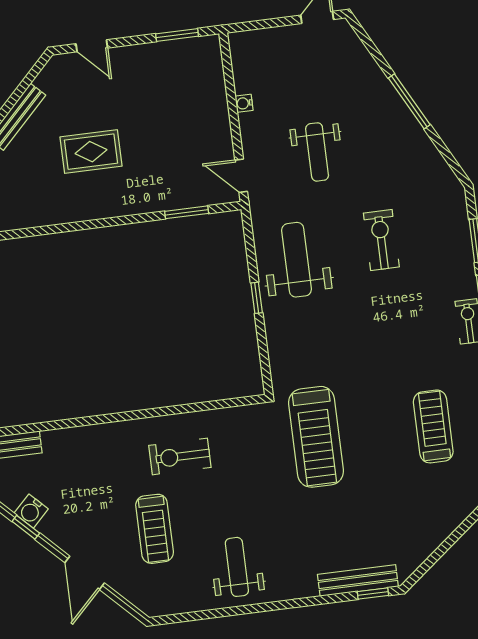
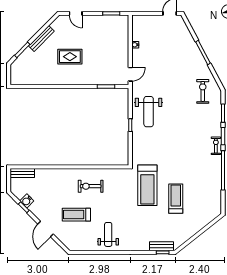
weight bench: (317, 152) -> (163, 69), removed
door: (241, 176) -> (130, 74), swing flipped
exercise bike: (381, 240) -> (203, 91), moved
weight bench: (297, 260) -> (149, 112), turned 180
treadmill: (433, 426) -> (176, 199), moved
treadmill: (155, 529) -> (76, 215), turned 90
bench: (358, 581) -> (161, 246), width x0.73

